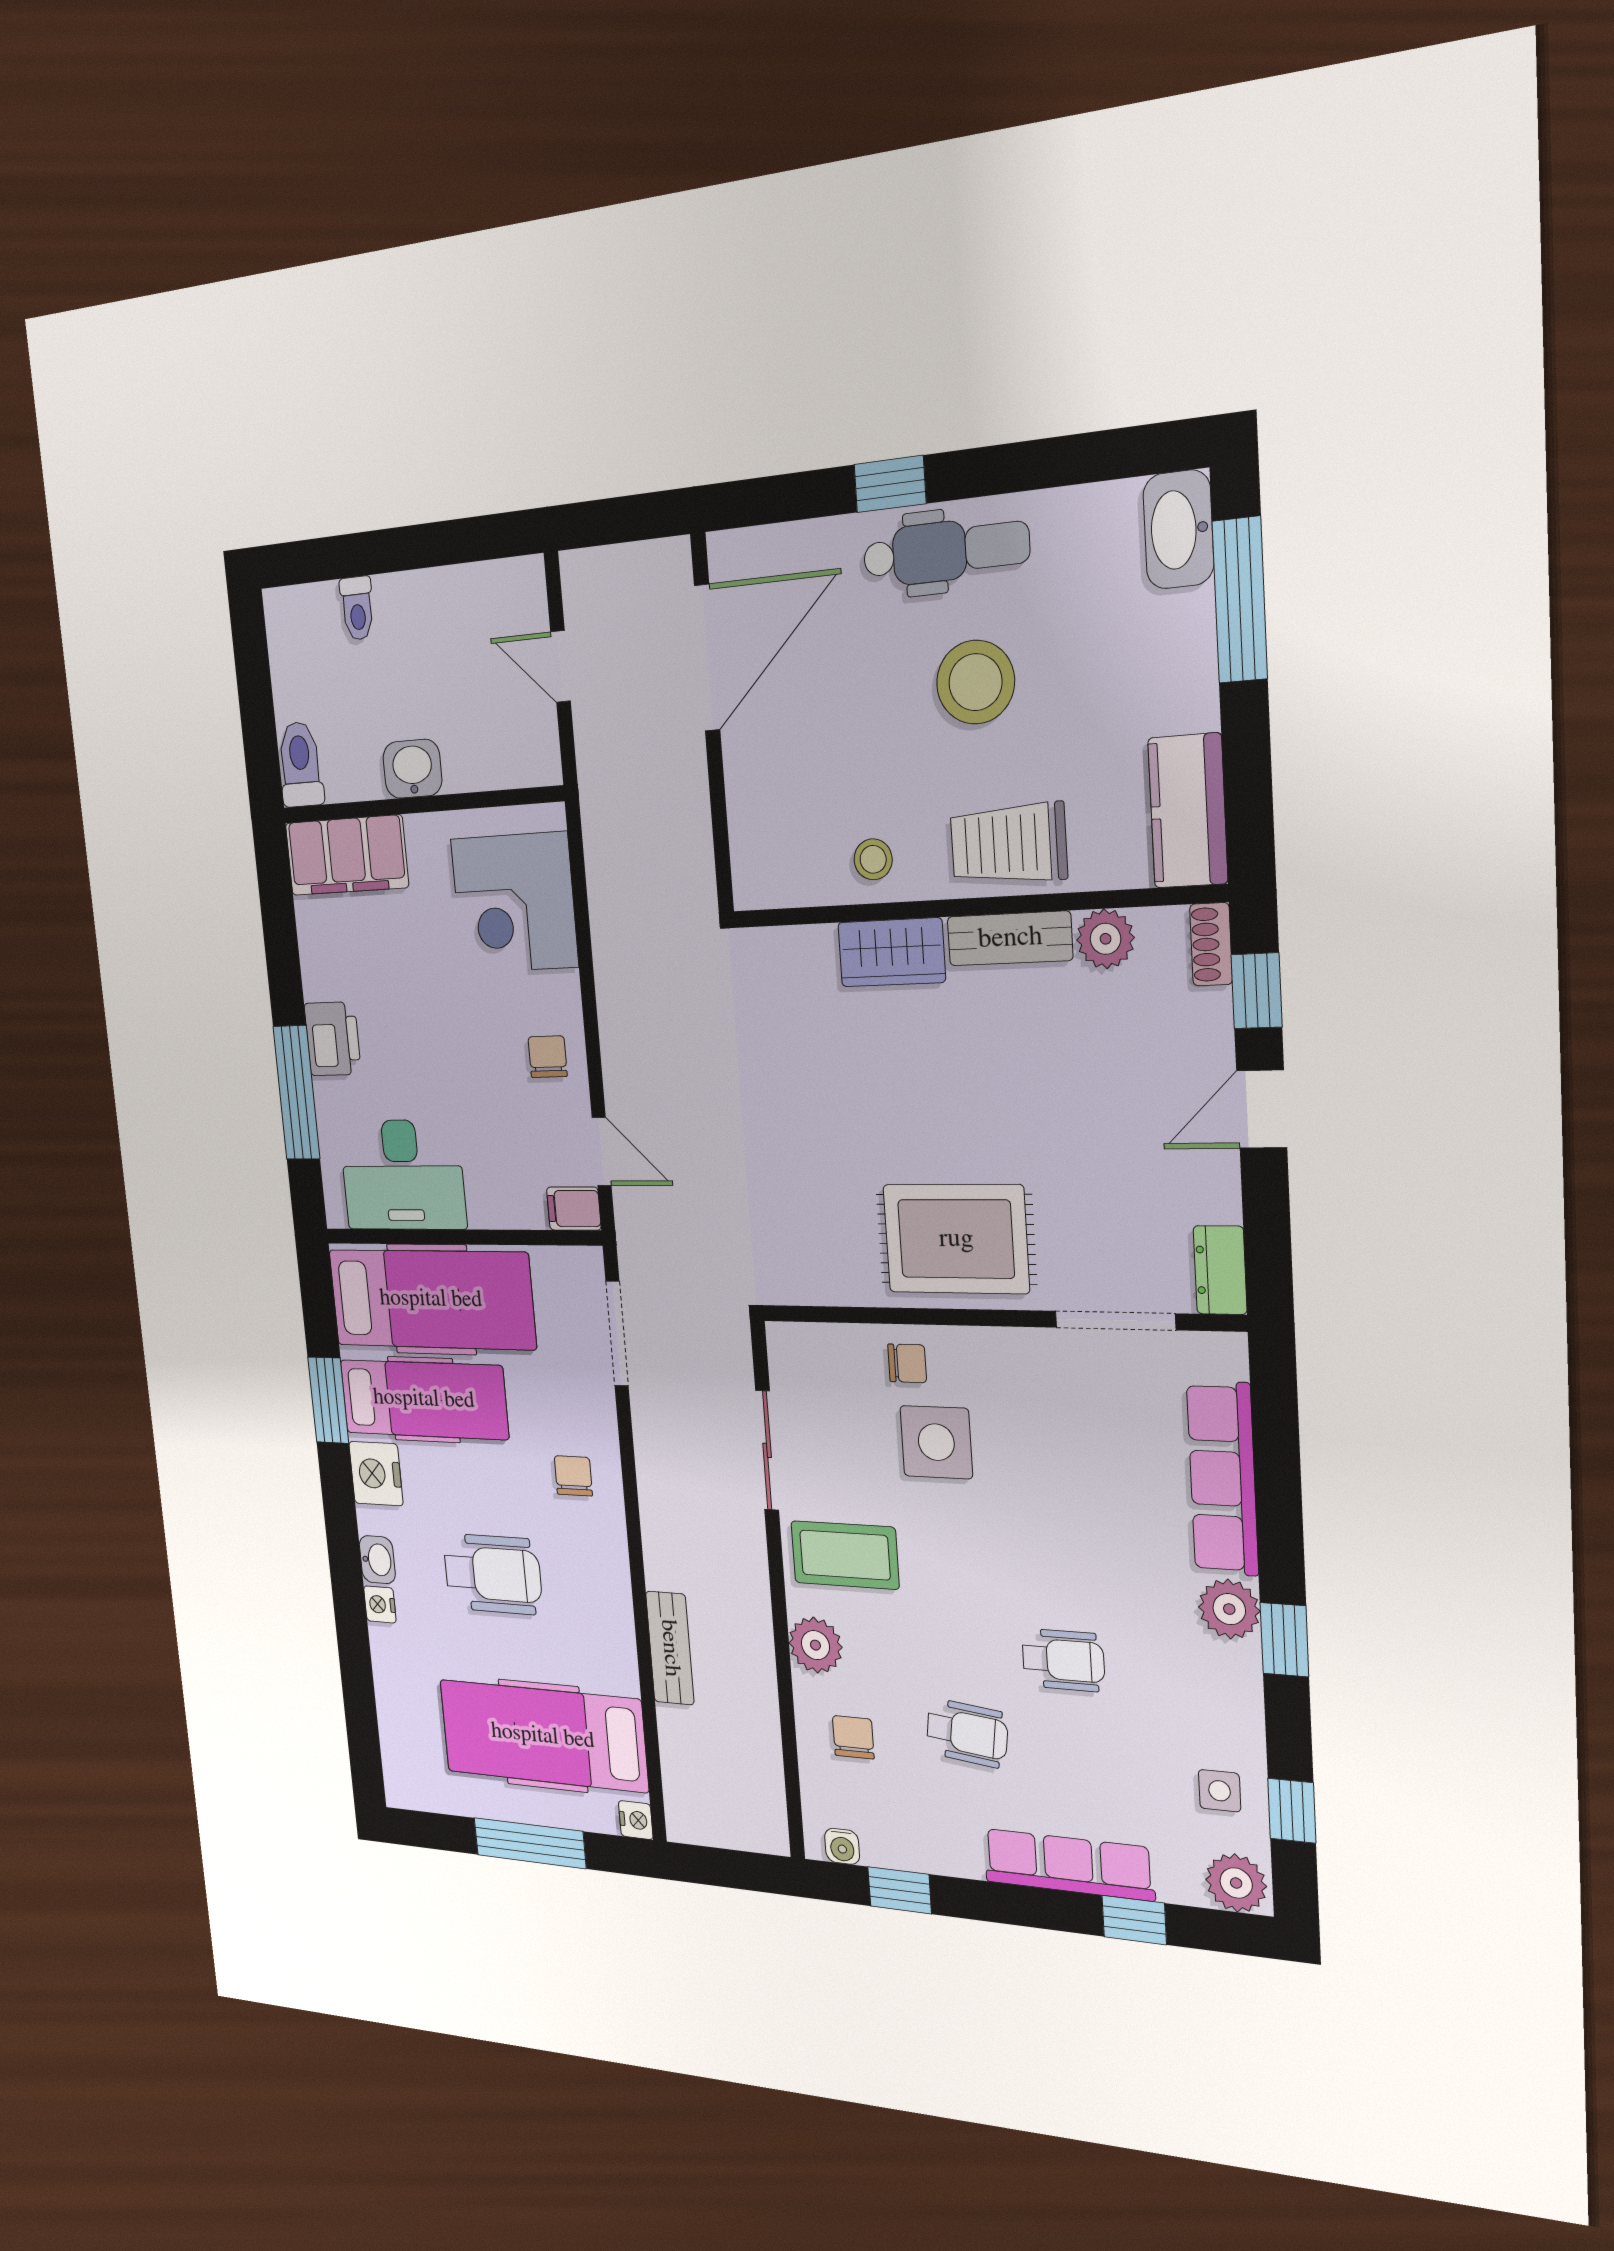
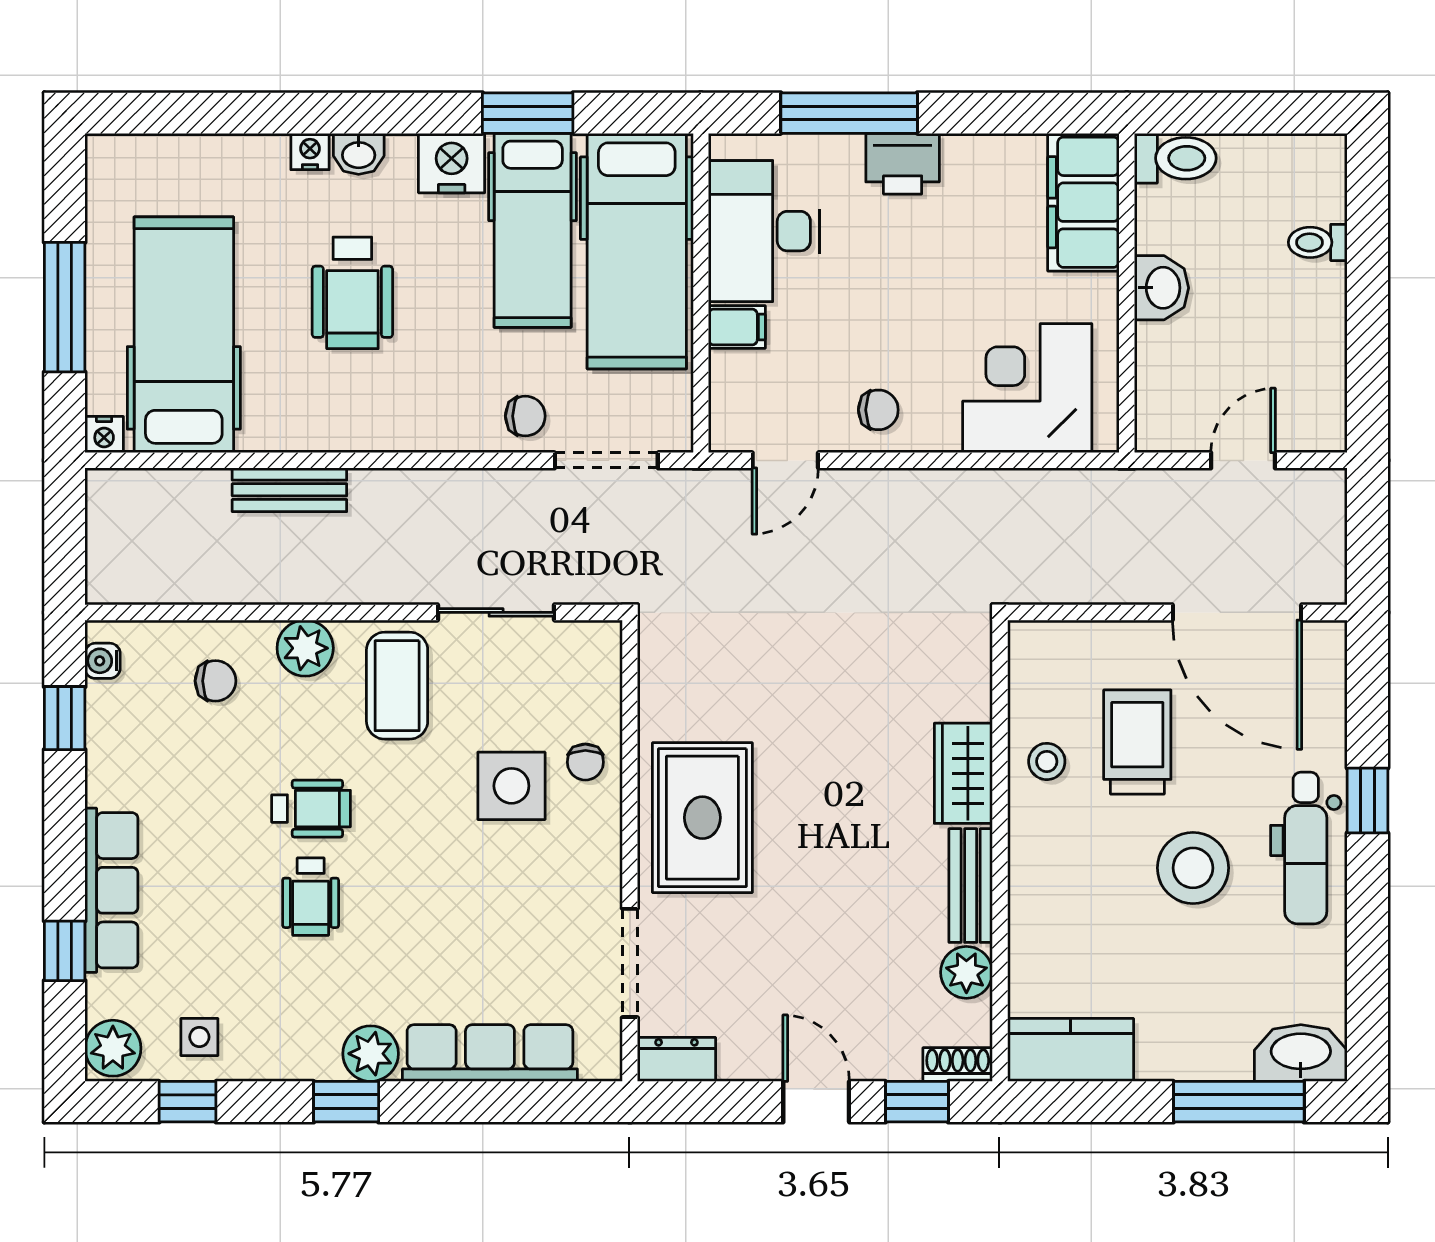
trolley: (1009, 844) -> (1137, 742), moved
filing cabinet: (574, 1209) -> (737, 327), moved, turned 90
chair: (573, 1476) -> (525, 416), moved
wheelchair: (967, 1733) -> (311, 809), moved, turned -97

